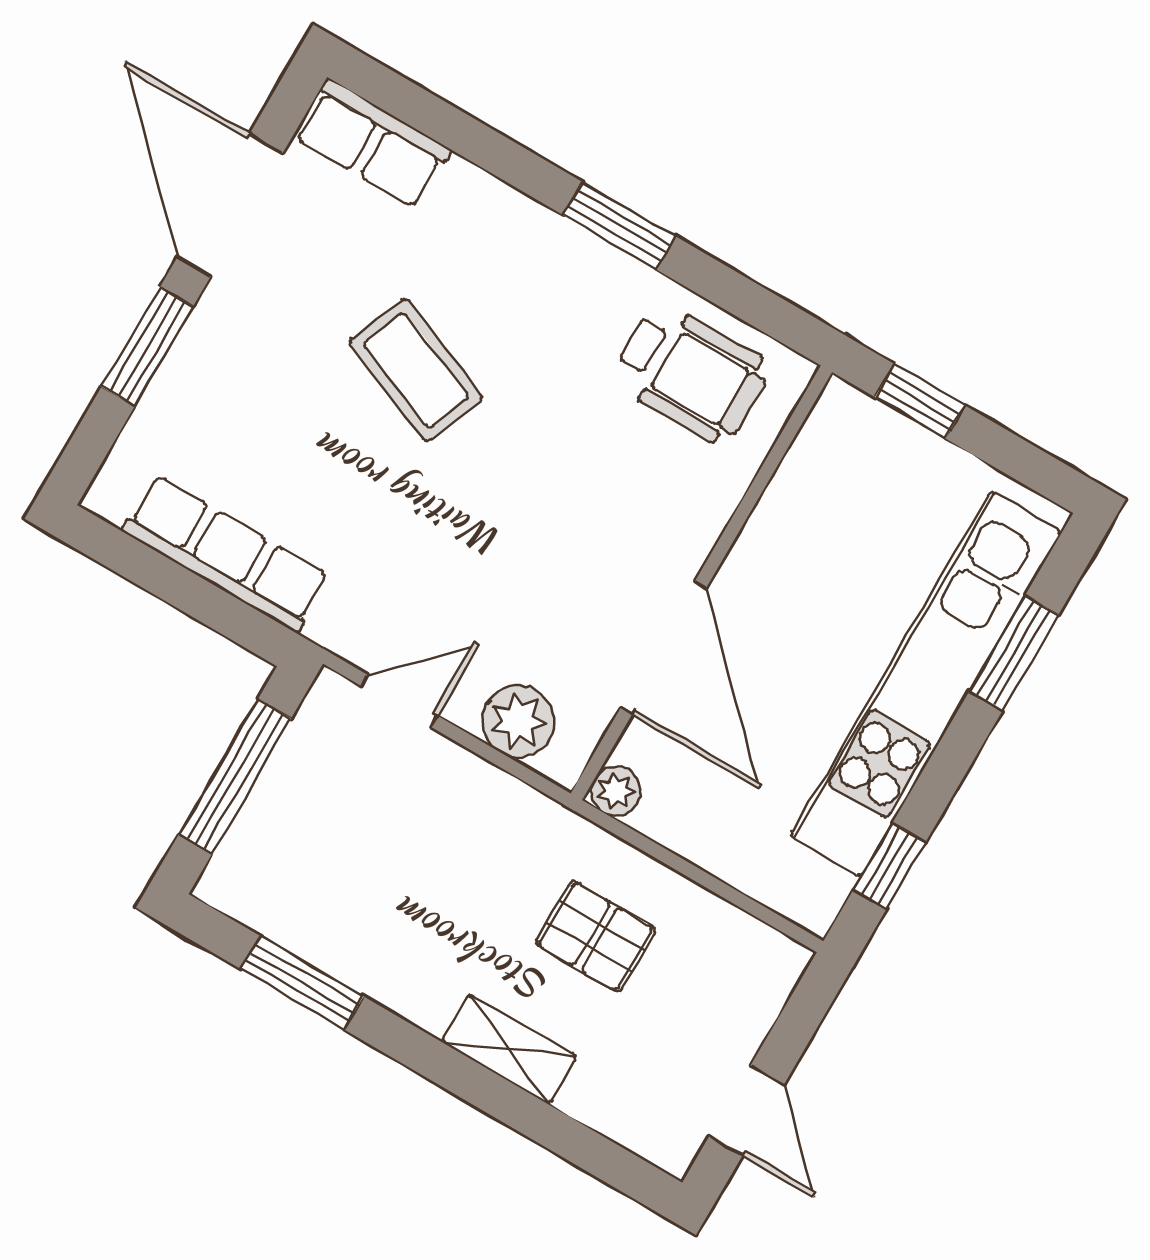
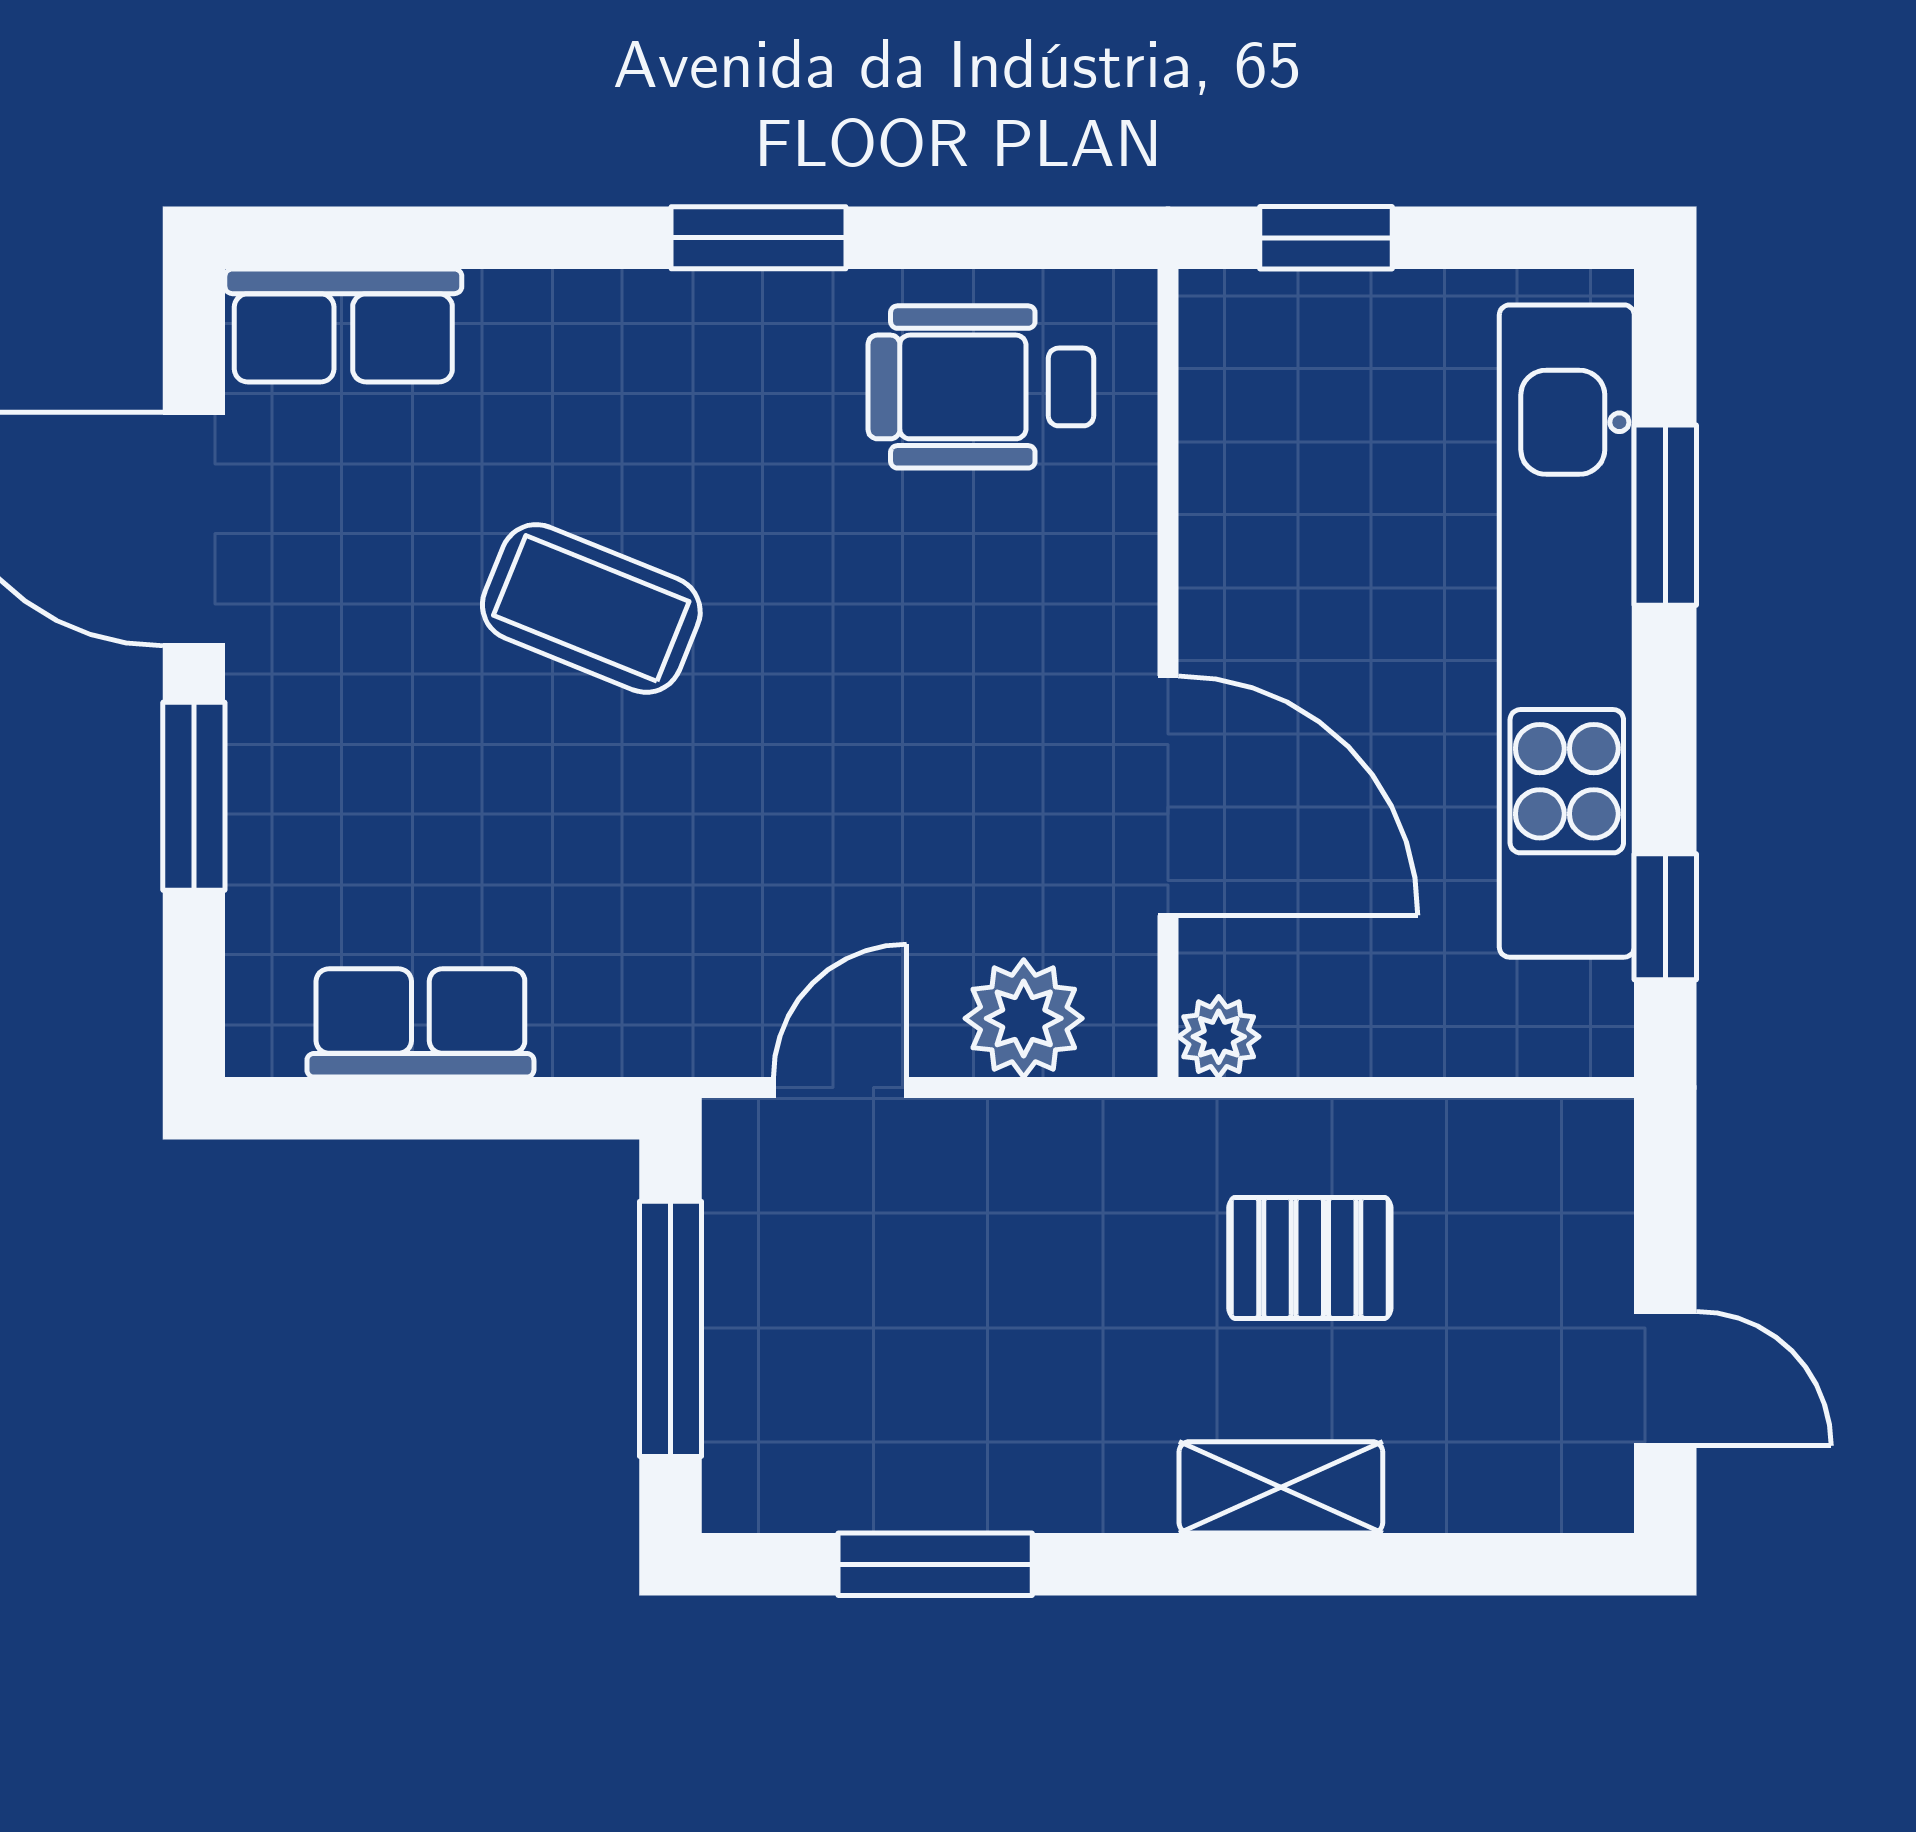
wheelchair: (691, 373) -> (981, 387), turned 180
row of seats: (226, 554) -> (420, 1023), width x0.68

